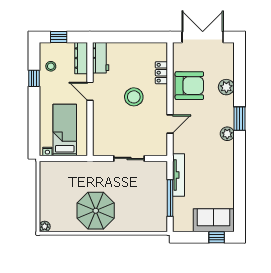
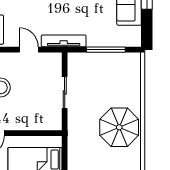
tv unit: (179, 175) -> (64, 41), moved

